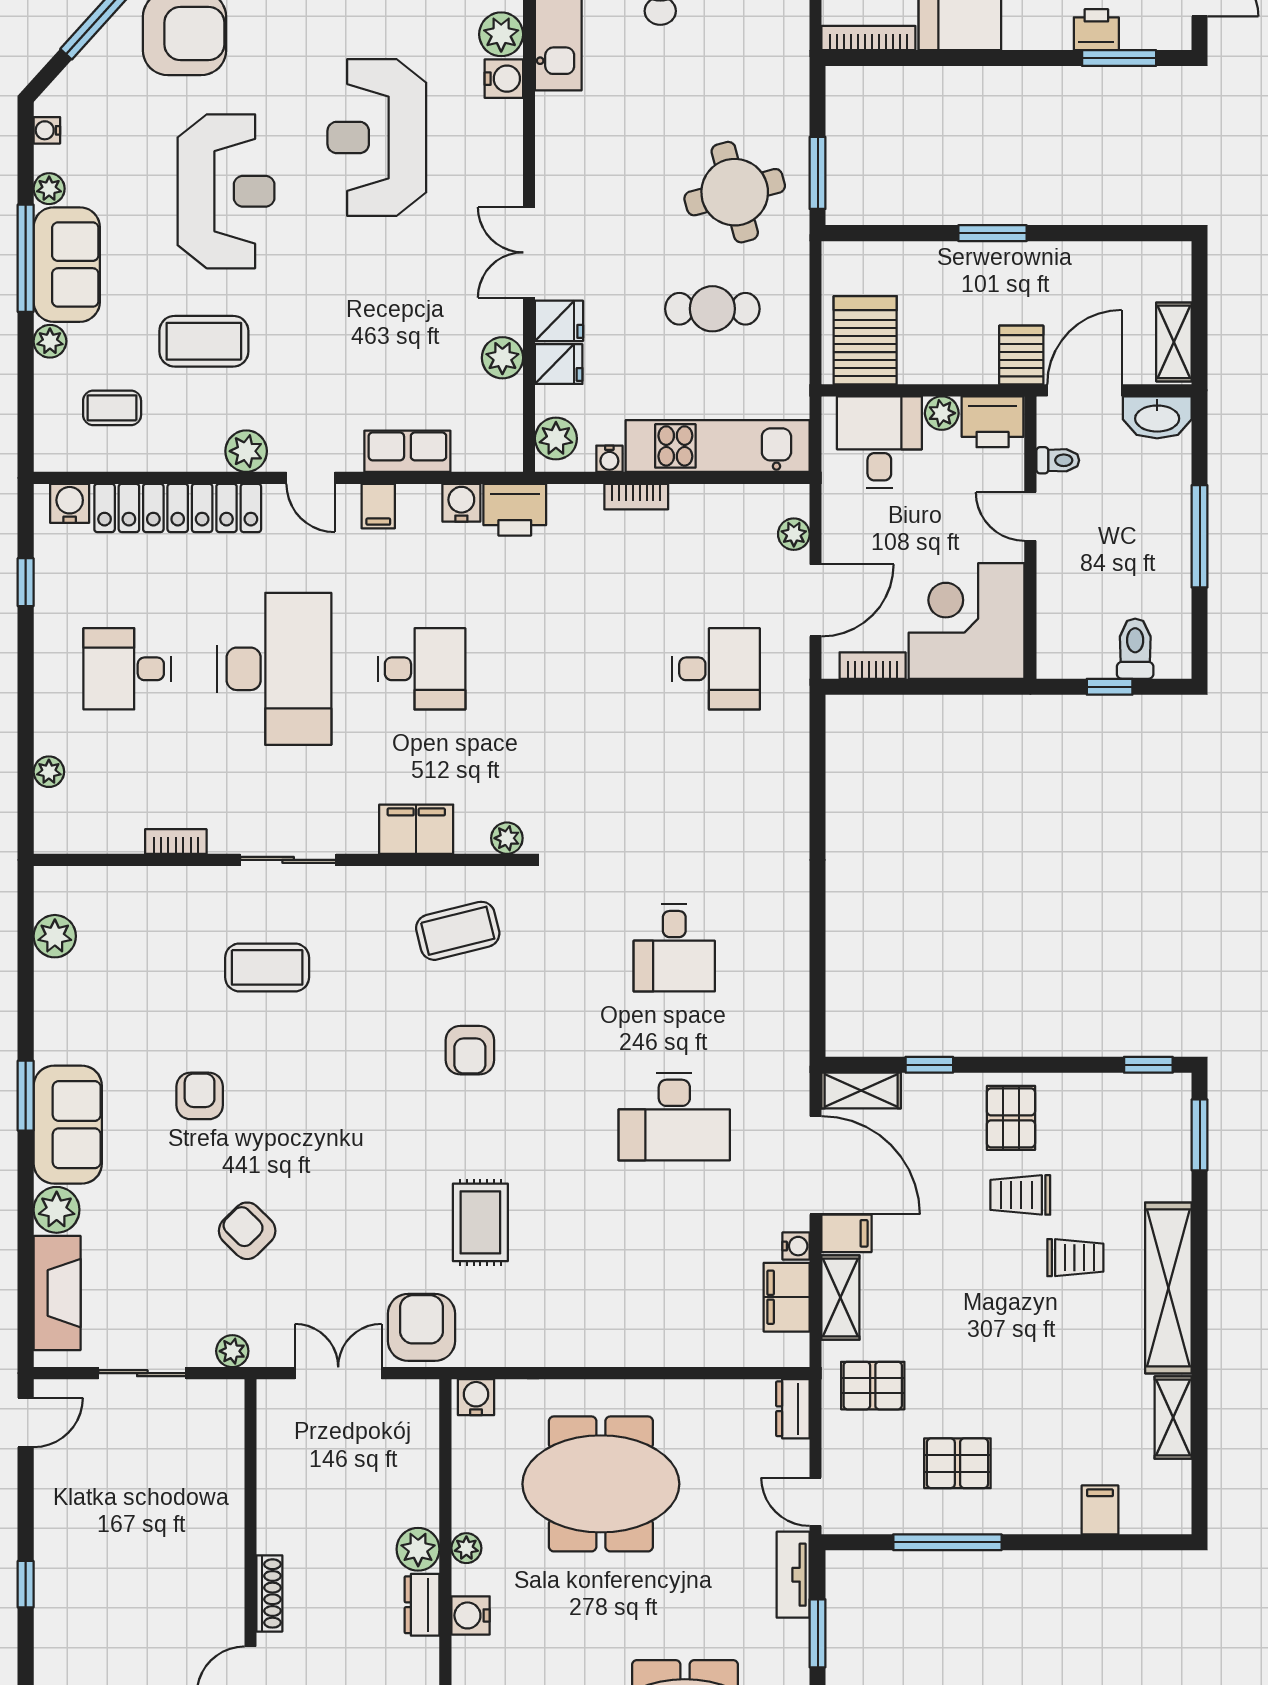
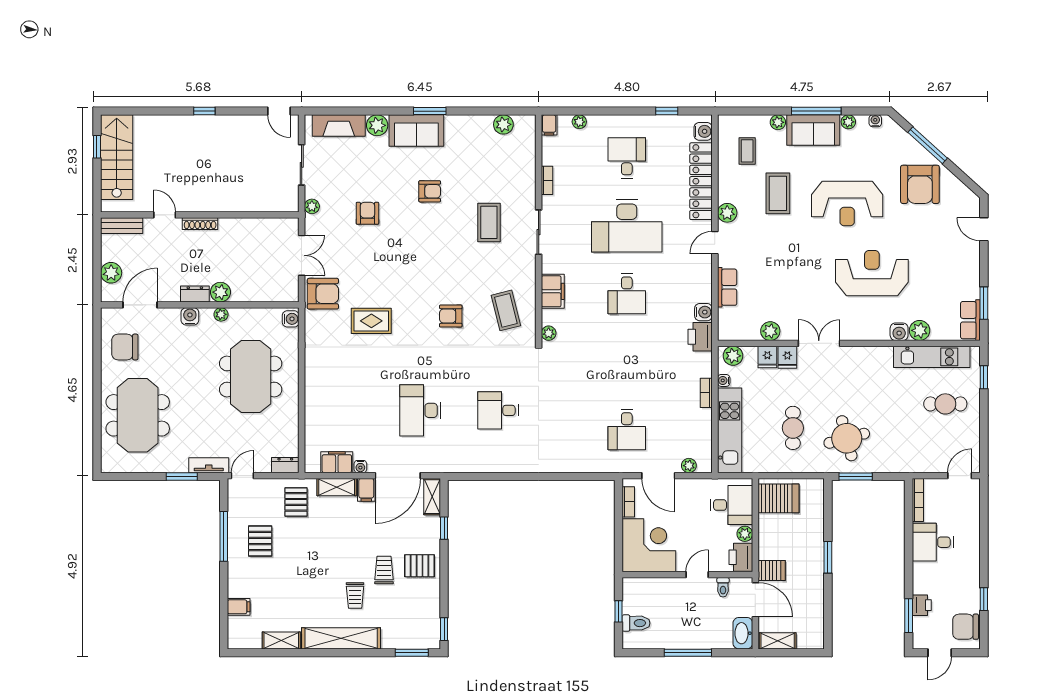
filing cabinet: (378, 506) -> (549, 125), moved, turned -90
armchair: (247, 1231) -> (367, 213), turned -45

